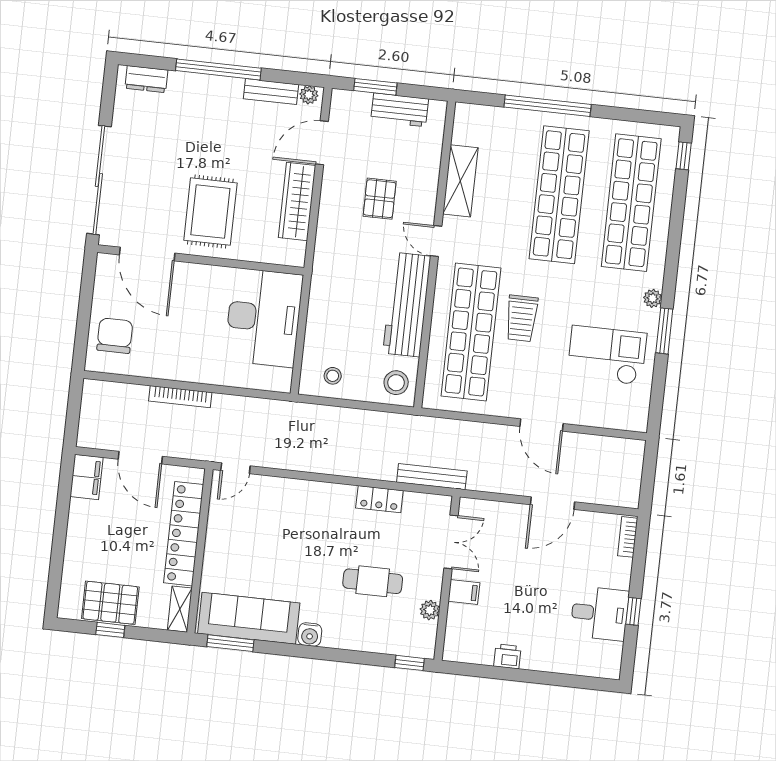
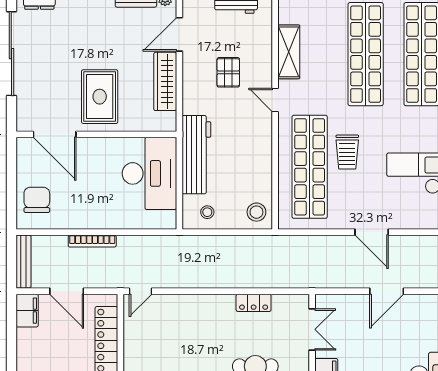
sliding door: (99, 180) -> (11, 54), moved
workbench: (407, 305) -> (196, 155), moved, turned 180
bench: (432, 477) -> (23, 261), moved, turned 90

